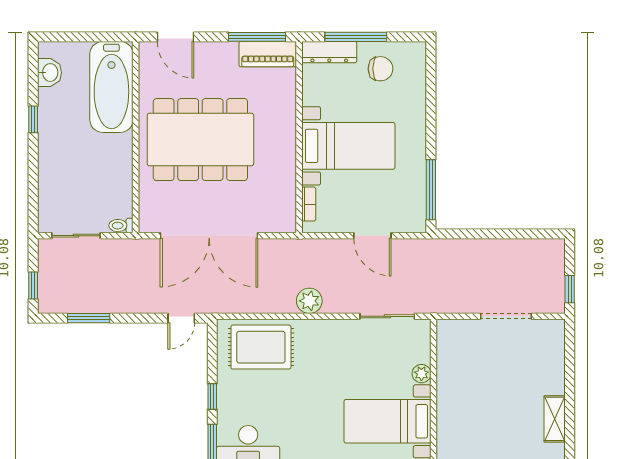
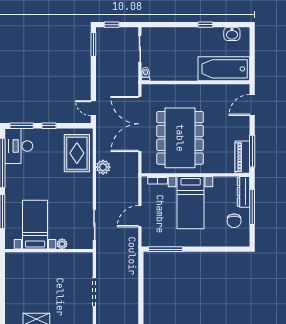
dining table: (200, 140) -> (180, 138), moved
plant: (309, 301) -> (103, 167), moved
window: (89, 318) -> (93, 44), moved

